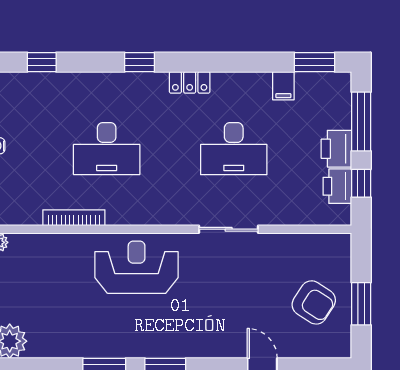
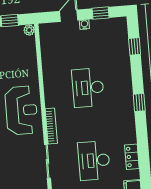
locker: (190, 82) -> (132, 157), moved
bookcase: (74, 218) -> (51, 126), moved

